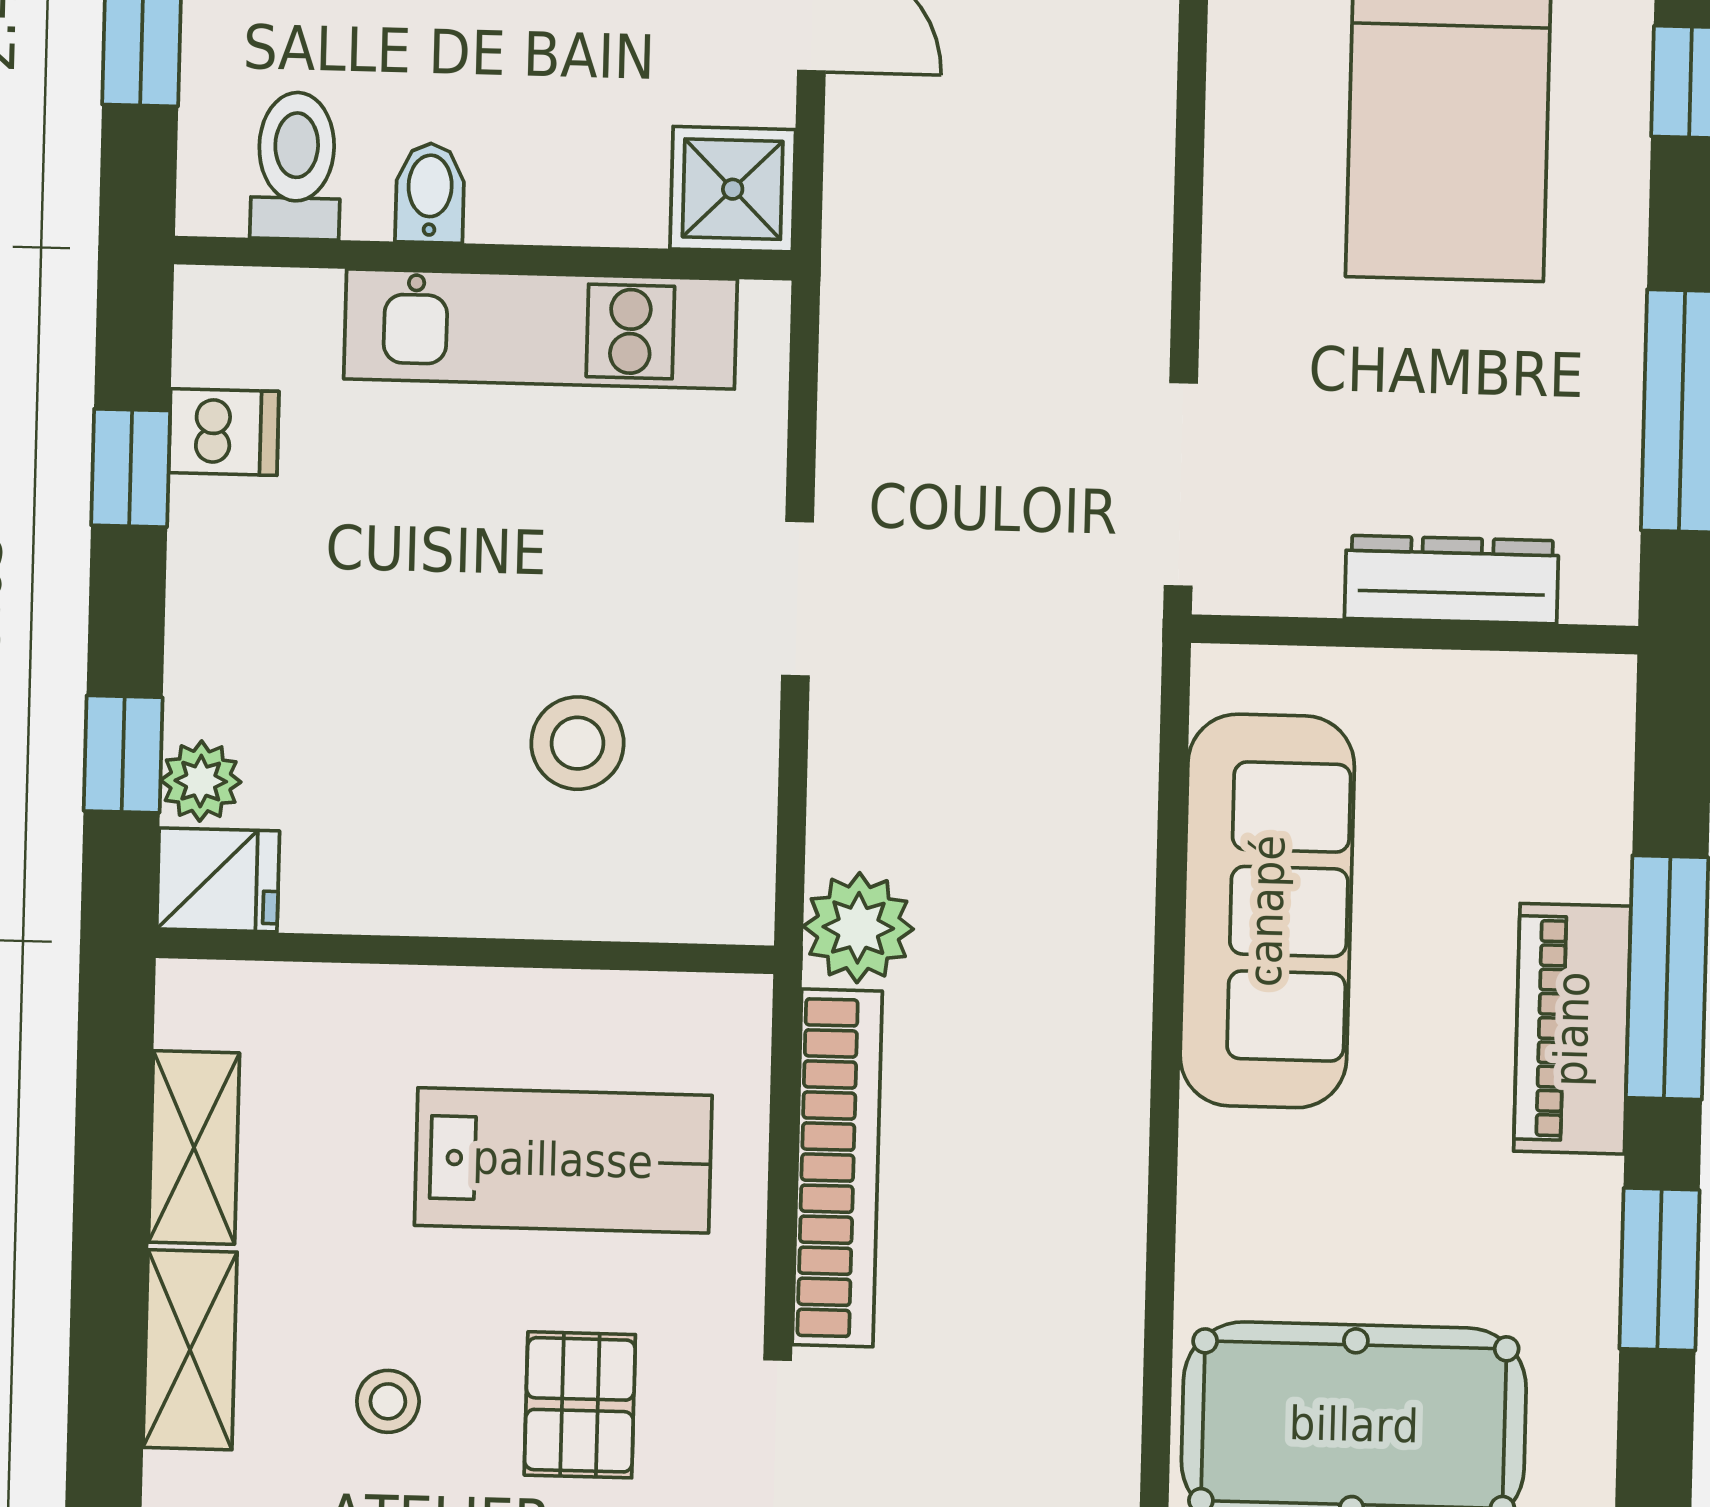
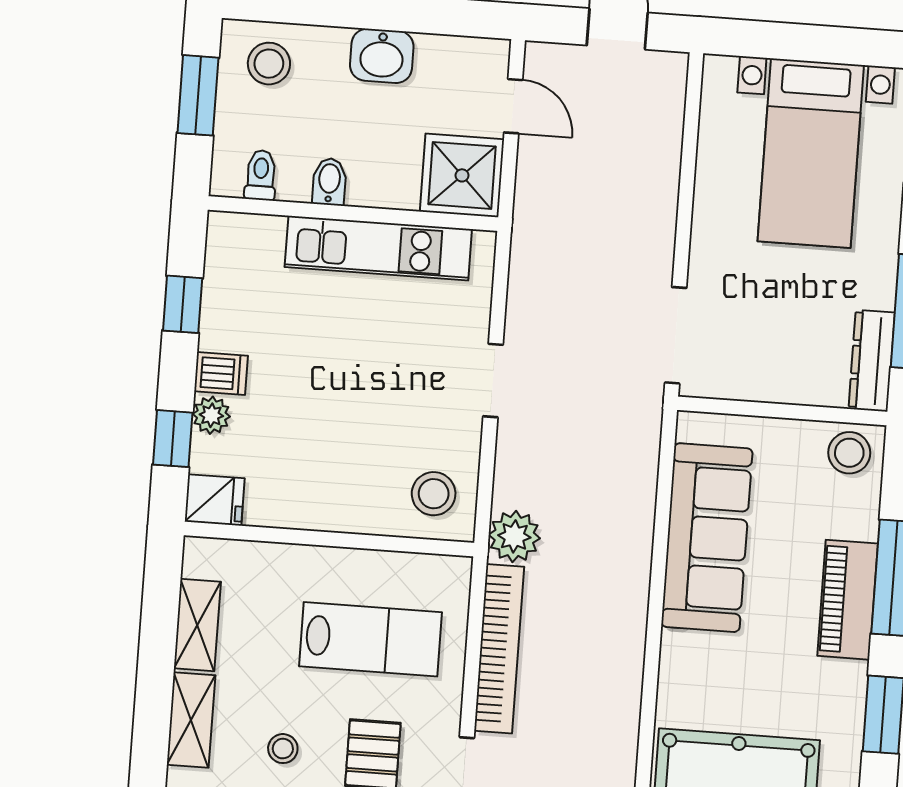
toilet: (296, 166) -> (261, 175), width x0.73, depth x0.72
shower: (733, 189) -> (462, 175), width x1.36, depth x1.36
dishwasher: (224, 432) -> (221, 374), moved
dresser: (1452, 580) -> (872, 361), moved, turned -90
stool: (1561, 716) -> (849, 453), added
stool: (577, 743) -> (434, 494), moved
plant: (201, 781) -> (211, 415), moved

